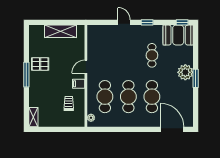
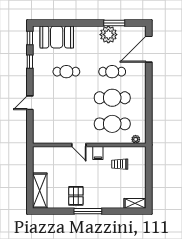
window: (147, 22) -> (30, 62), moved
shelving: (61, 31) -> (40, 191), moved
booth: (178, 35) -> (57, 37), moved, turned 90
plant: (185, 72) -> (108, 35), moved
window: (196, 78) -> (114, 23), moved
cafe table: (152, 97) -> (112, 72), width x0.73, depth x0.74

